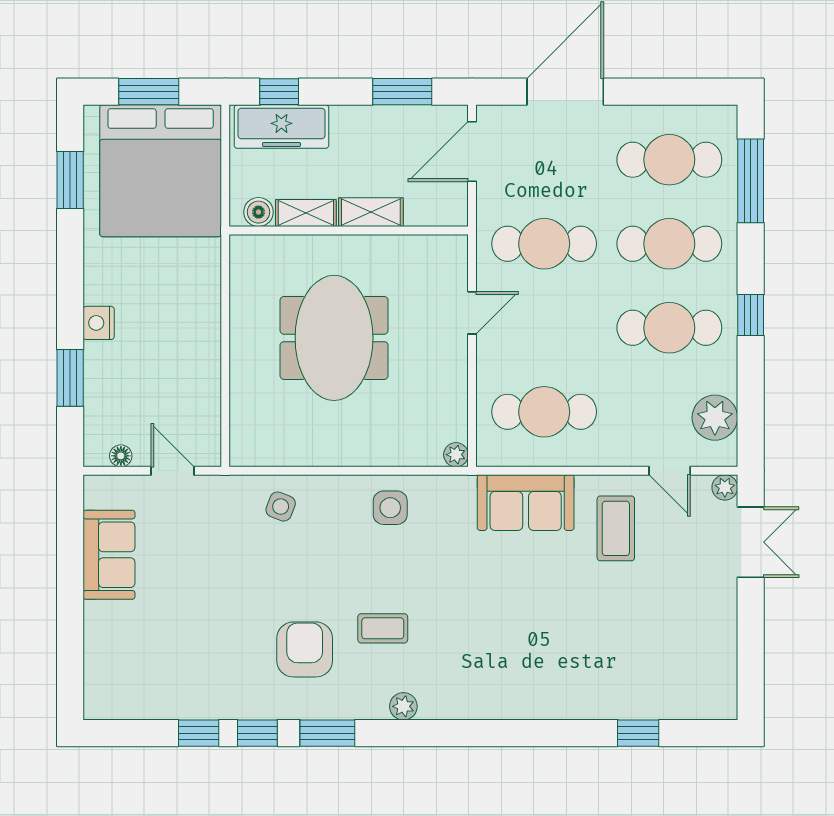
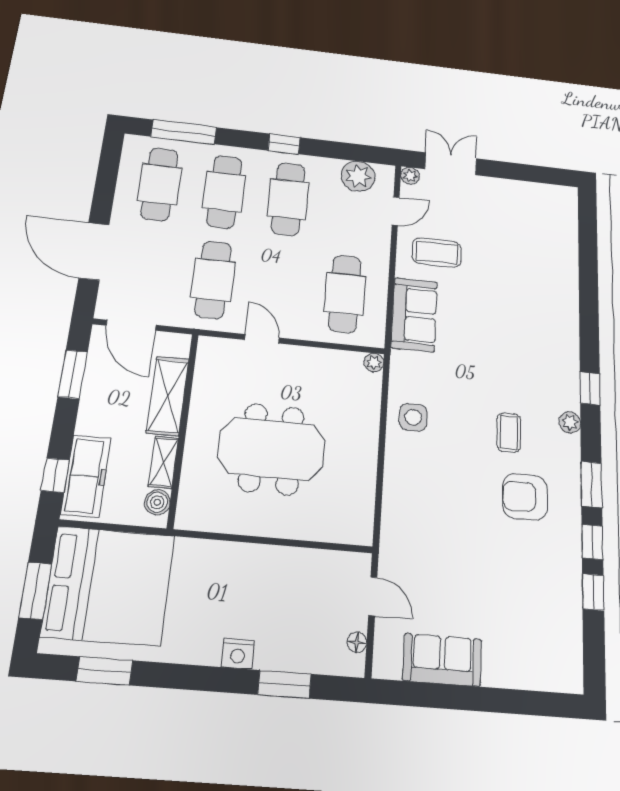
shelving: (371, 212) -> (168, 396), width x1.50, depth x1.33
door: (173, 471) -> (373, 597), swing flipped
side table: (281, 507) -> (408, 506), removed
window: (638, 733) -> (590, 388), moved

